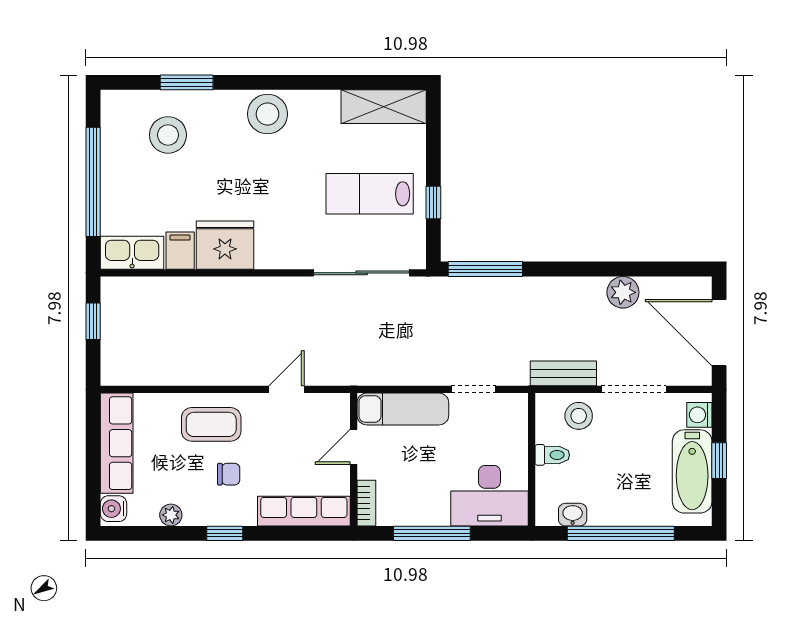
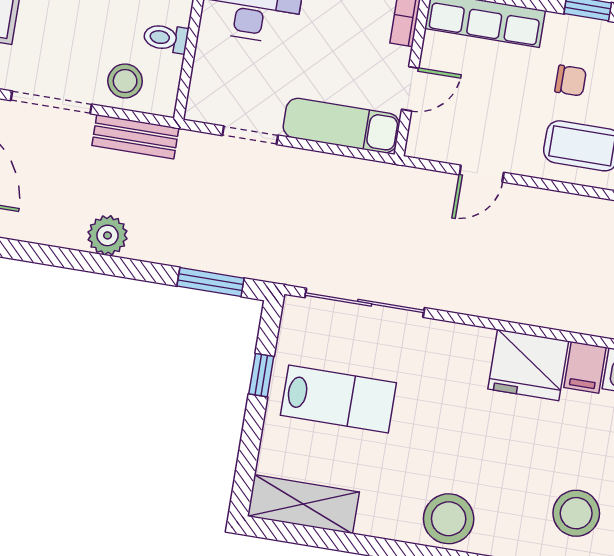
window: (485, 269) -> (211, 282), width x0.69
plant: (623, 292) -> (107, 235), moved
chair: (229, 474) -> (571, 81), turned 180

